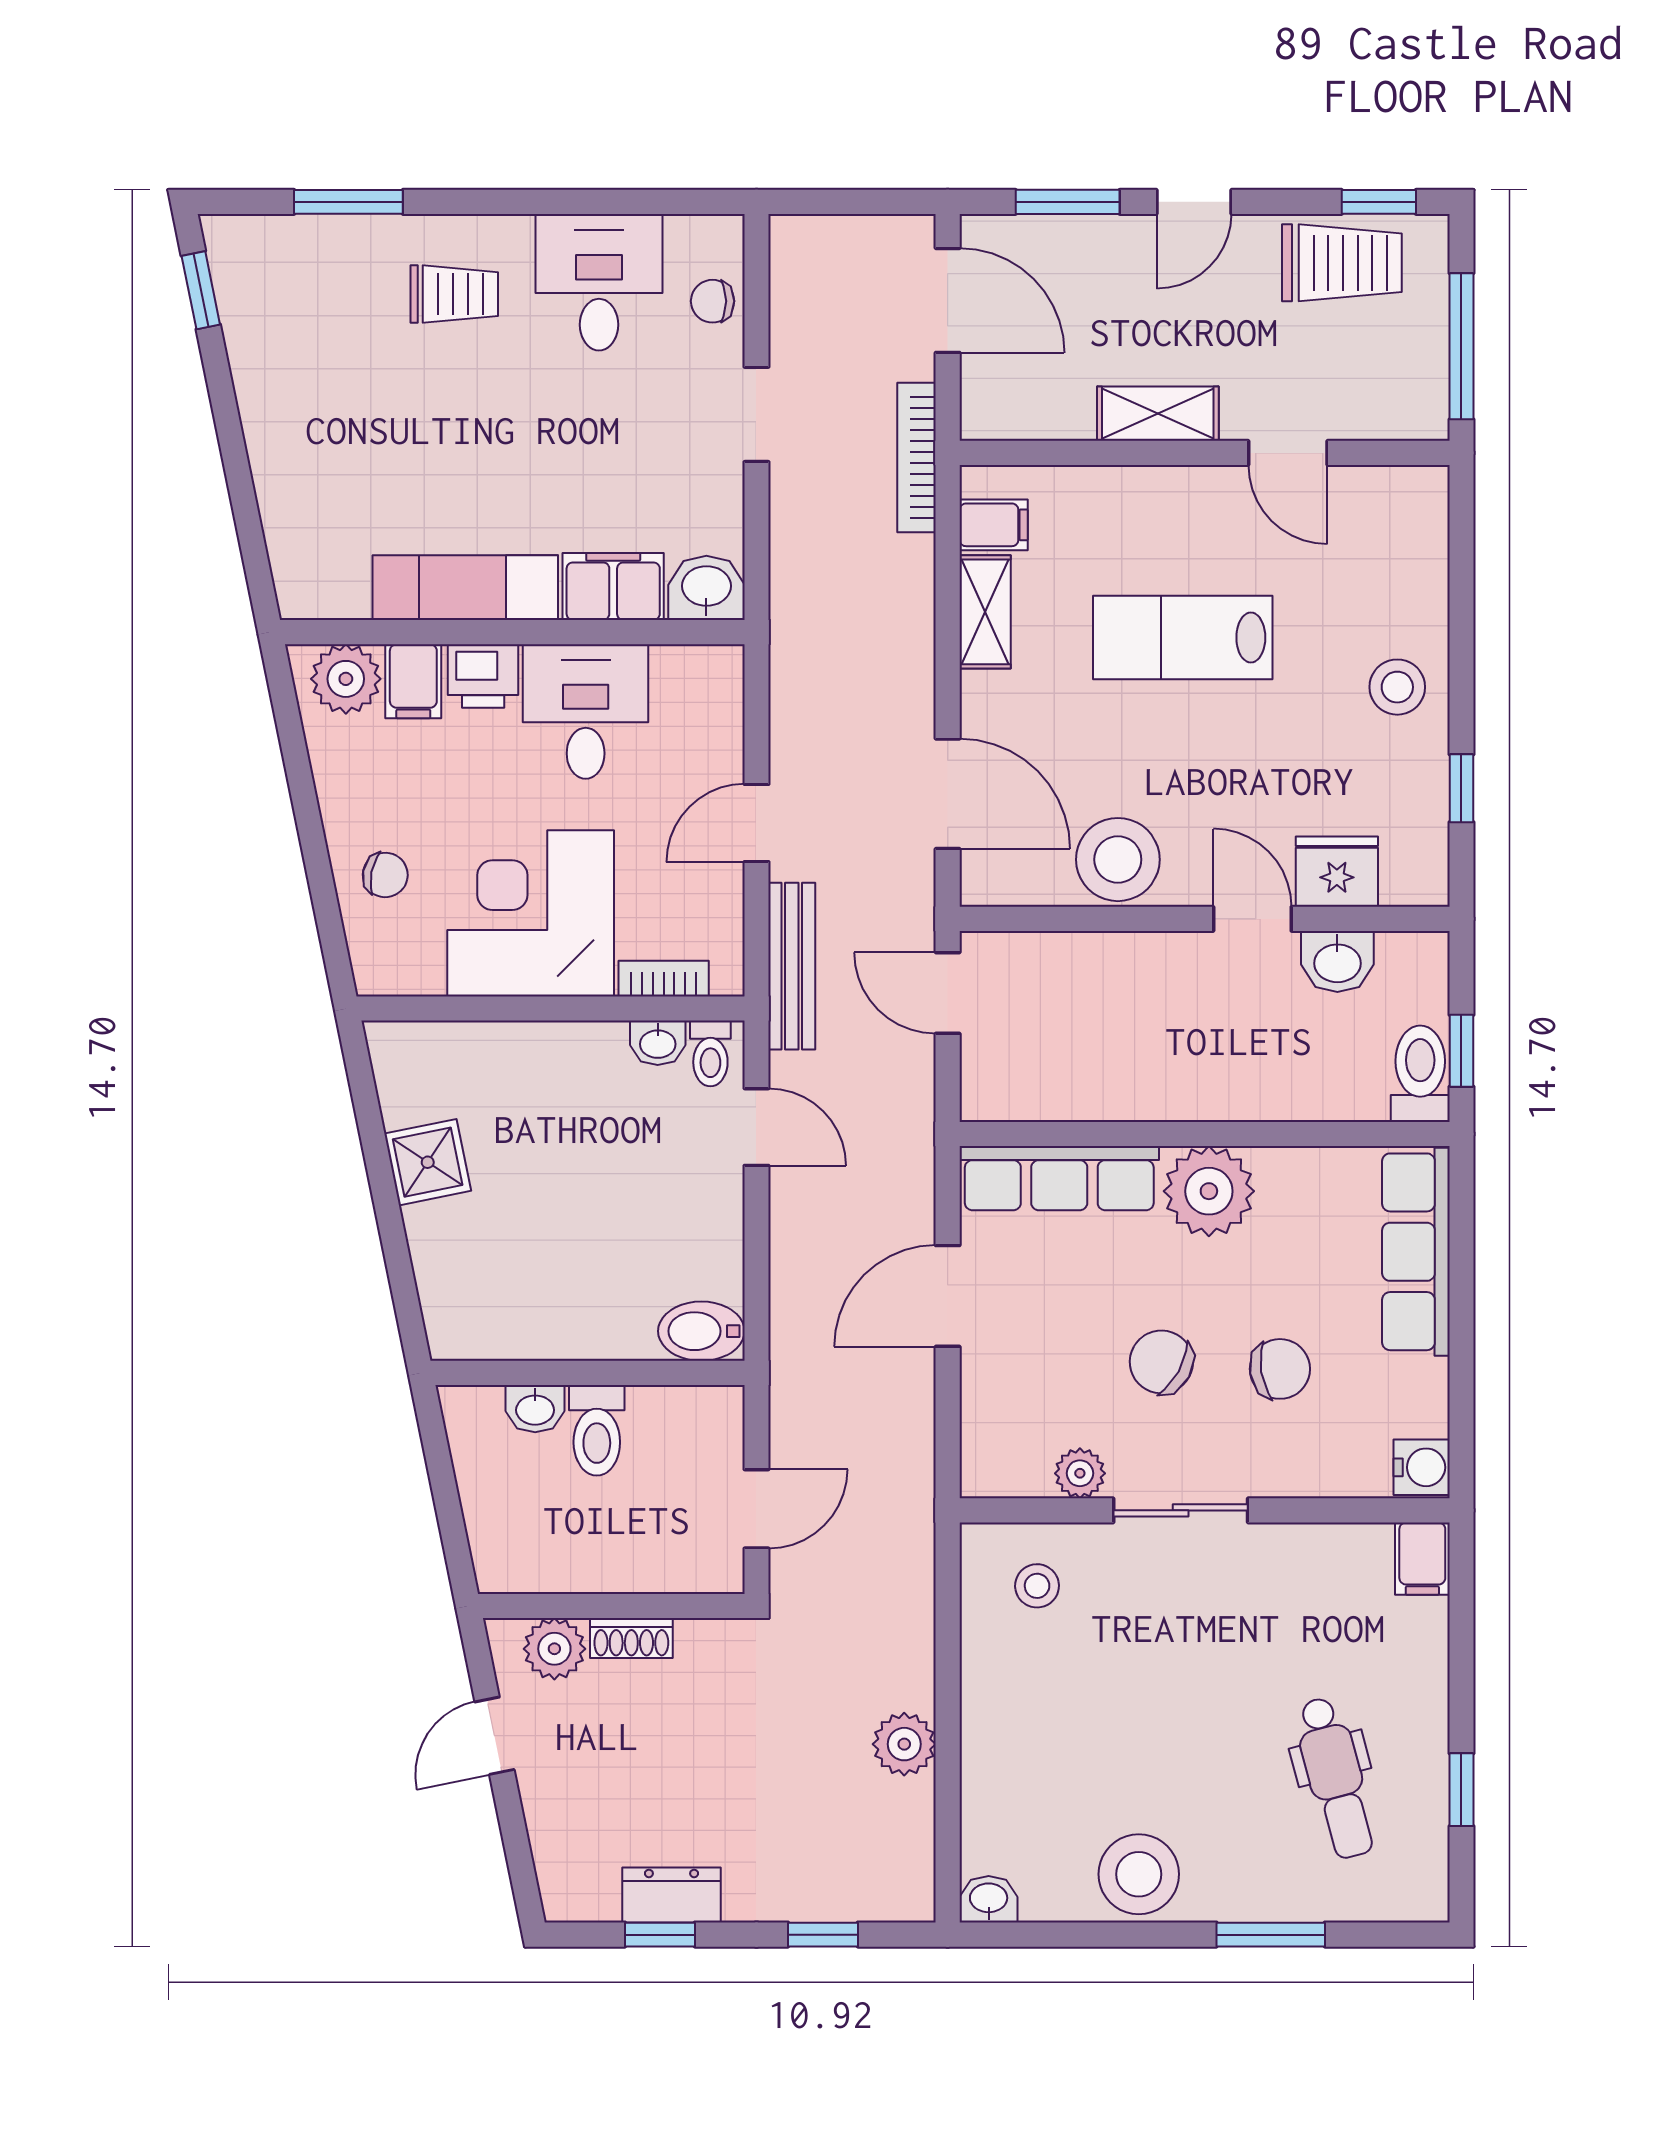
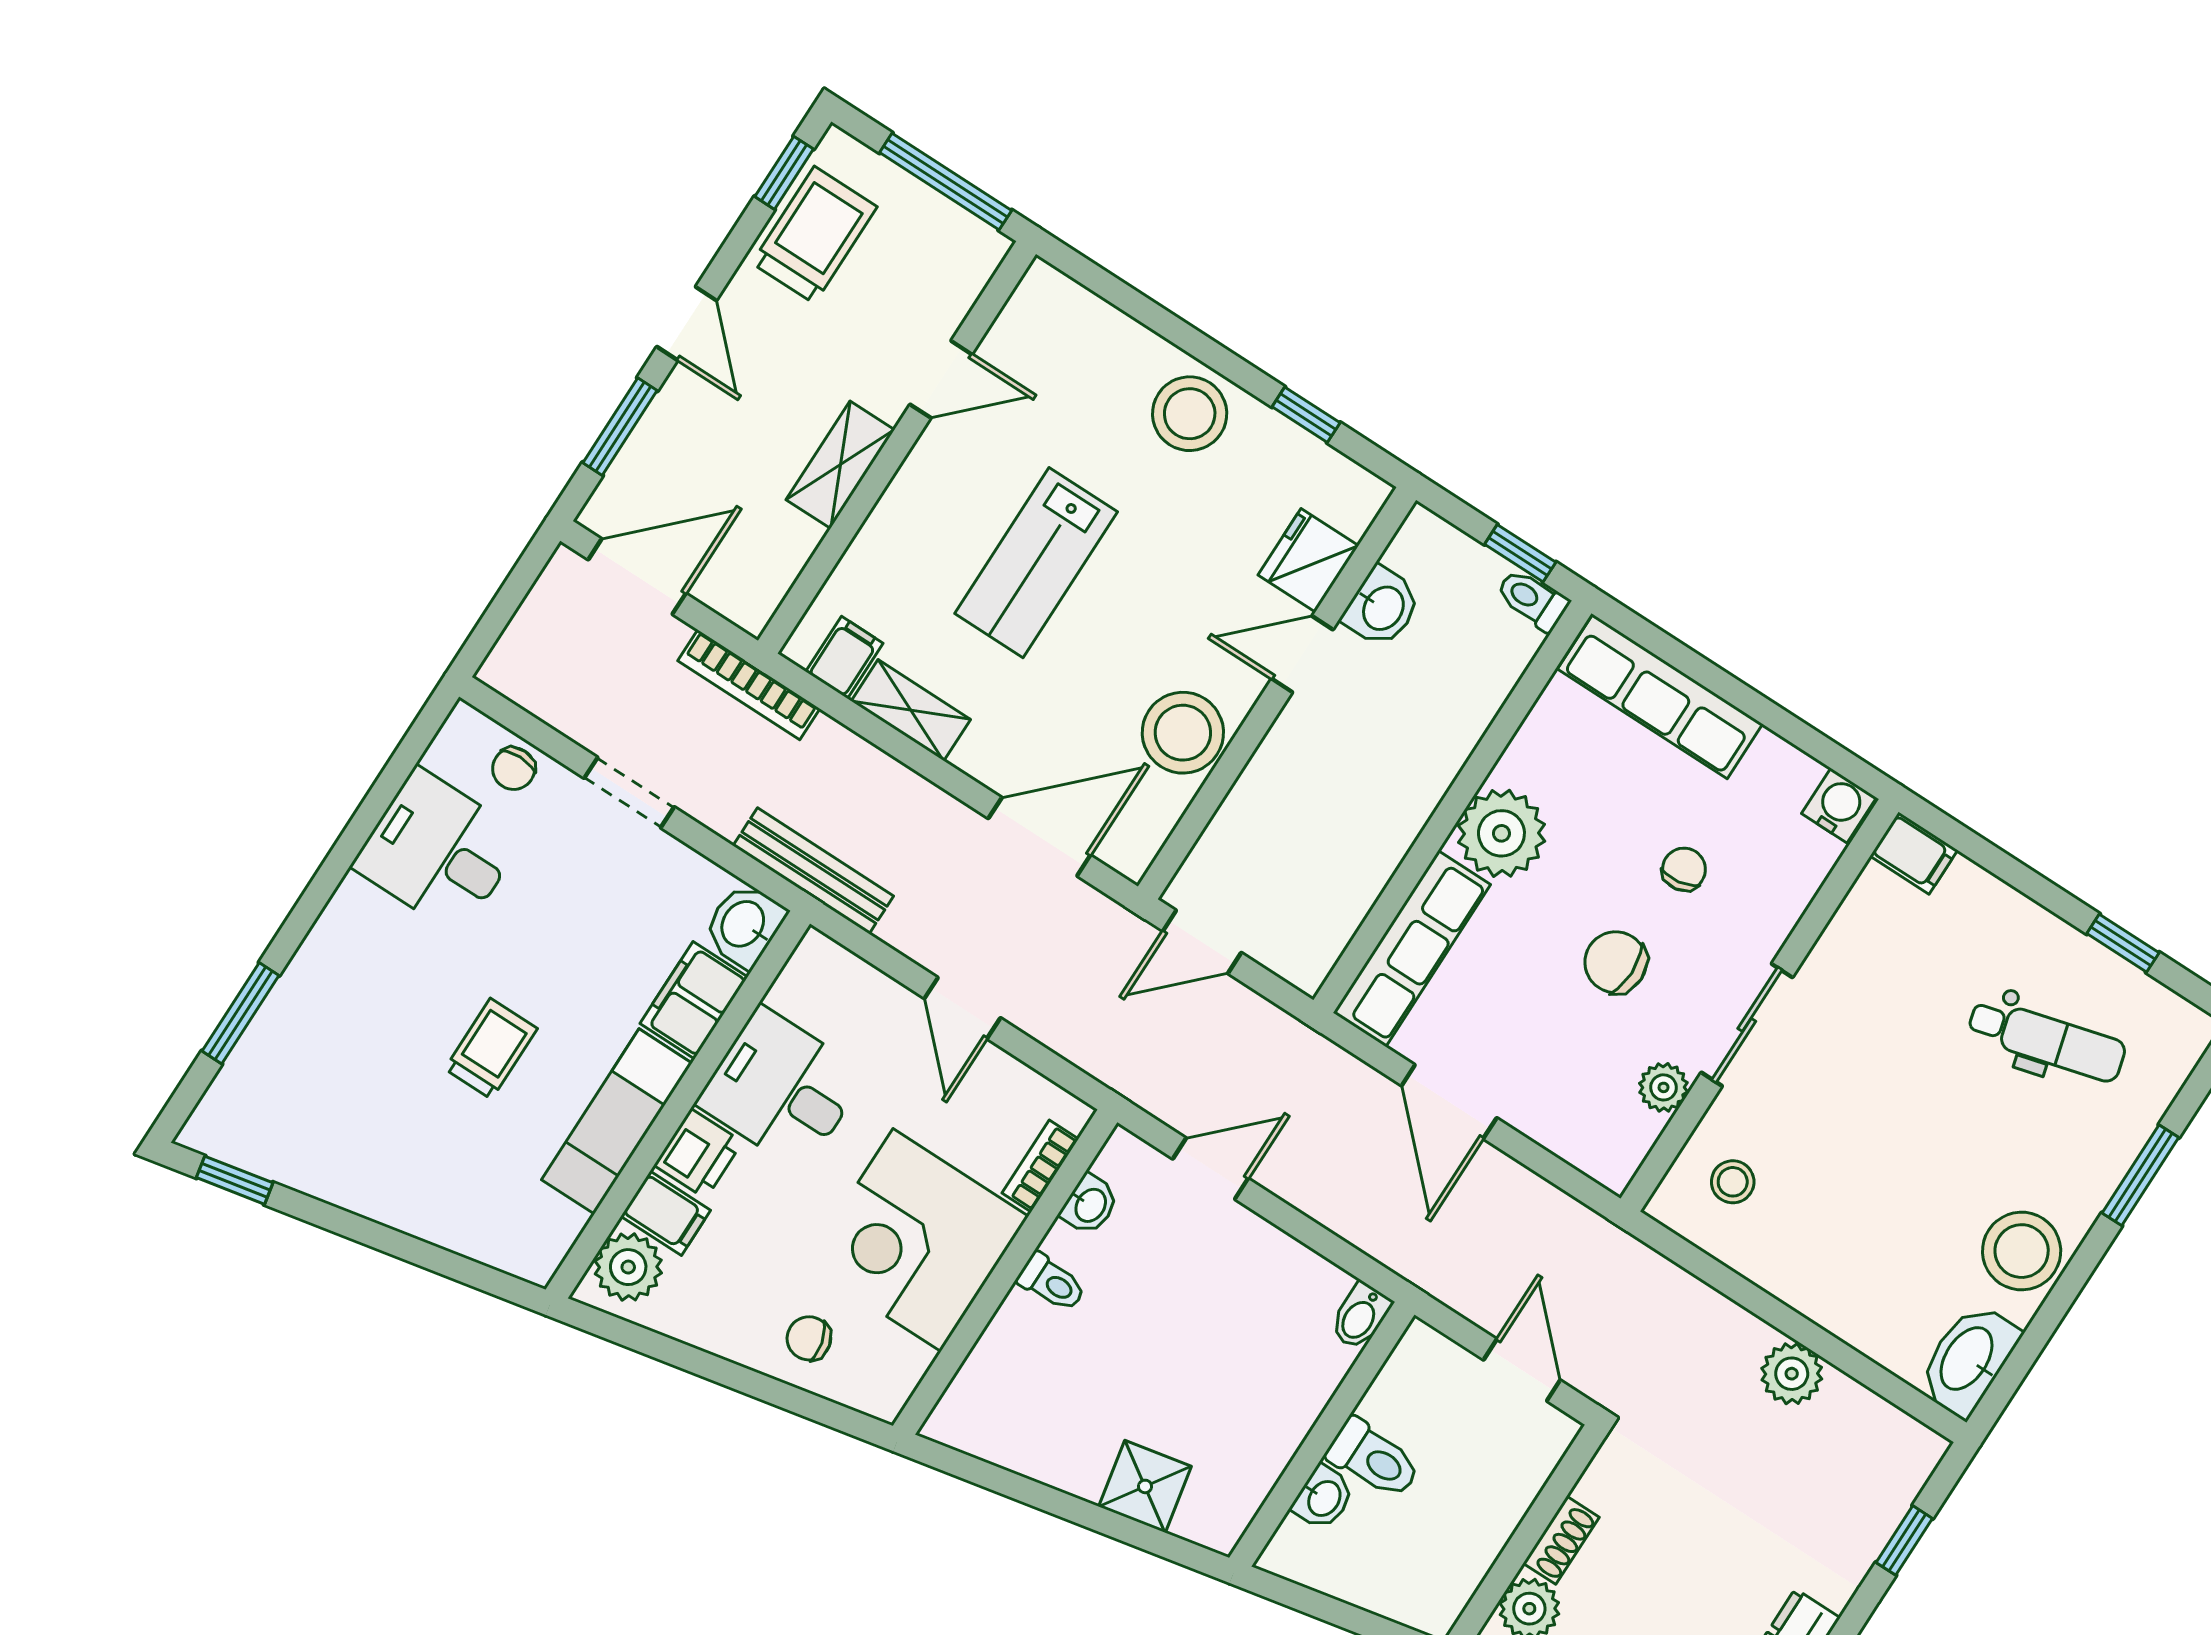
trolley: (454, 294) -> (491, 1049), moved
stool: (1397, 687) -> (1190, 414), width x1.38, depth x1.38
chair: (385, 875) -> (809, 1338), turned -115
bench: (792, 966) -> (813, 871), moved
toilet: (710, 1053) -> (1052, 1283), moved
toilet: (1420, 1074) -> (1532, 600), width x0.73, depth x0.72
shower: (428, 1162) -> (1145, 1486), moved
bidet: (701, 1331) -> (1361, 1316), width x0.72, depth x0.74
chair: (1161, 1362) -> (1616, 962), turned 61
chair: (1280, 1369) -> (1684, 869), width x0.73, depth x0.73
washbasin: (989, 1899) -> (1968, 1360), width x1.91, depth x1.45

